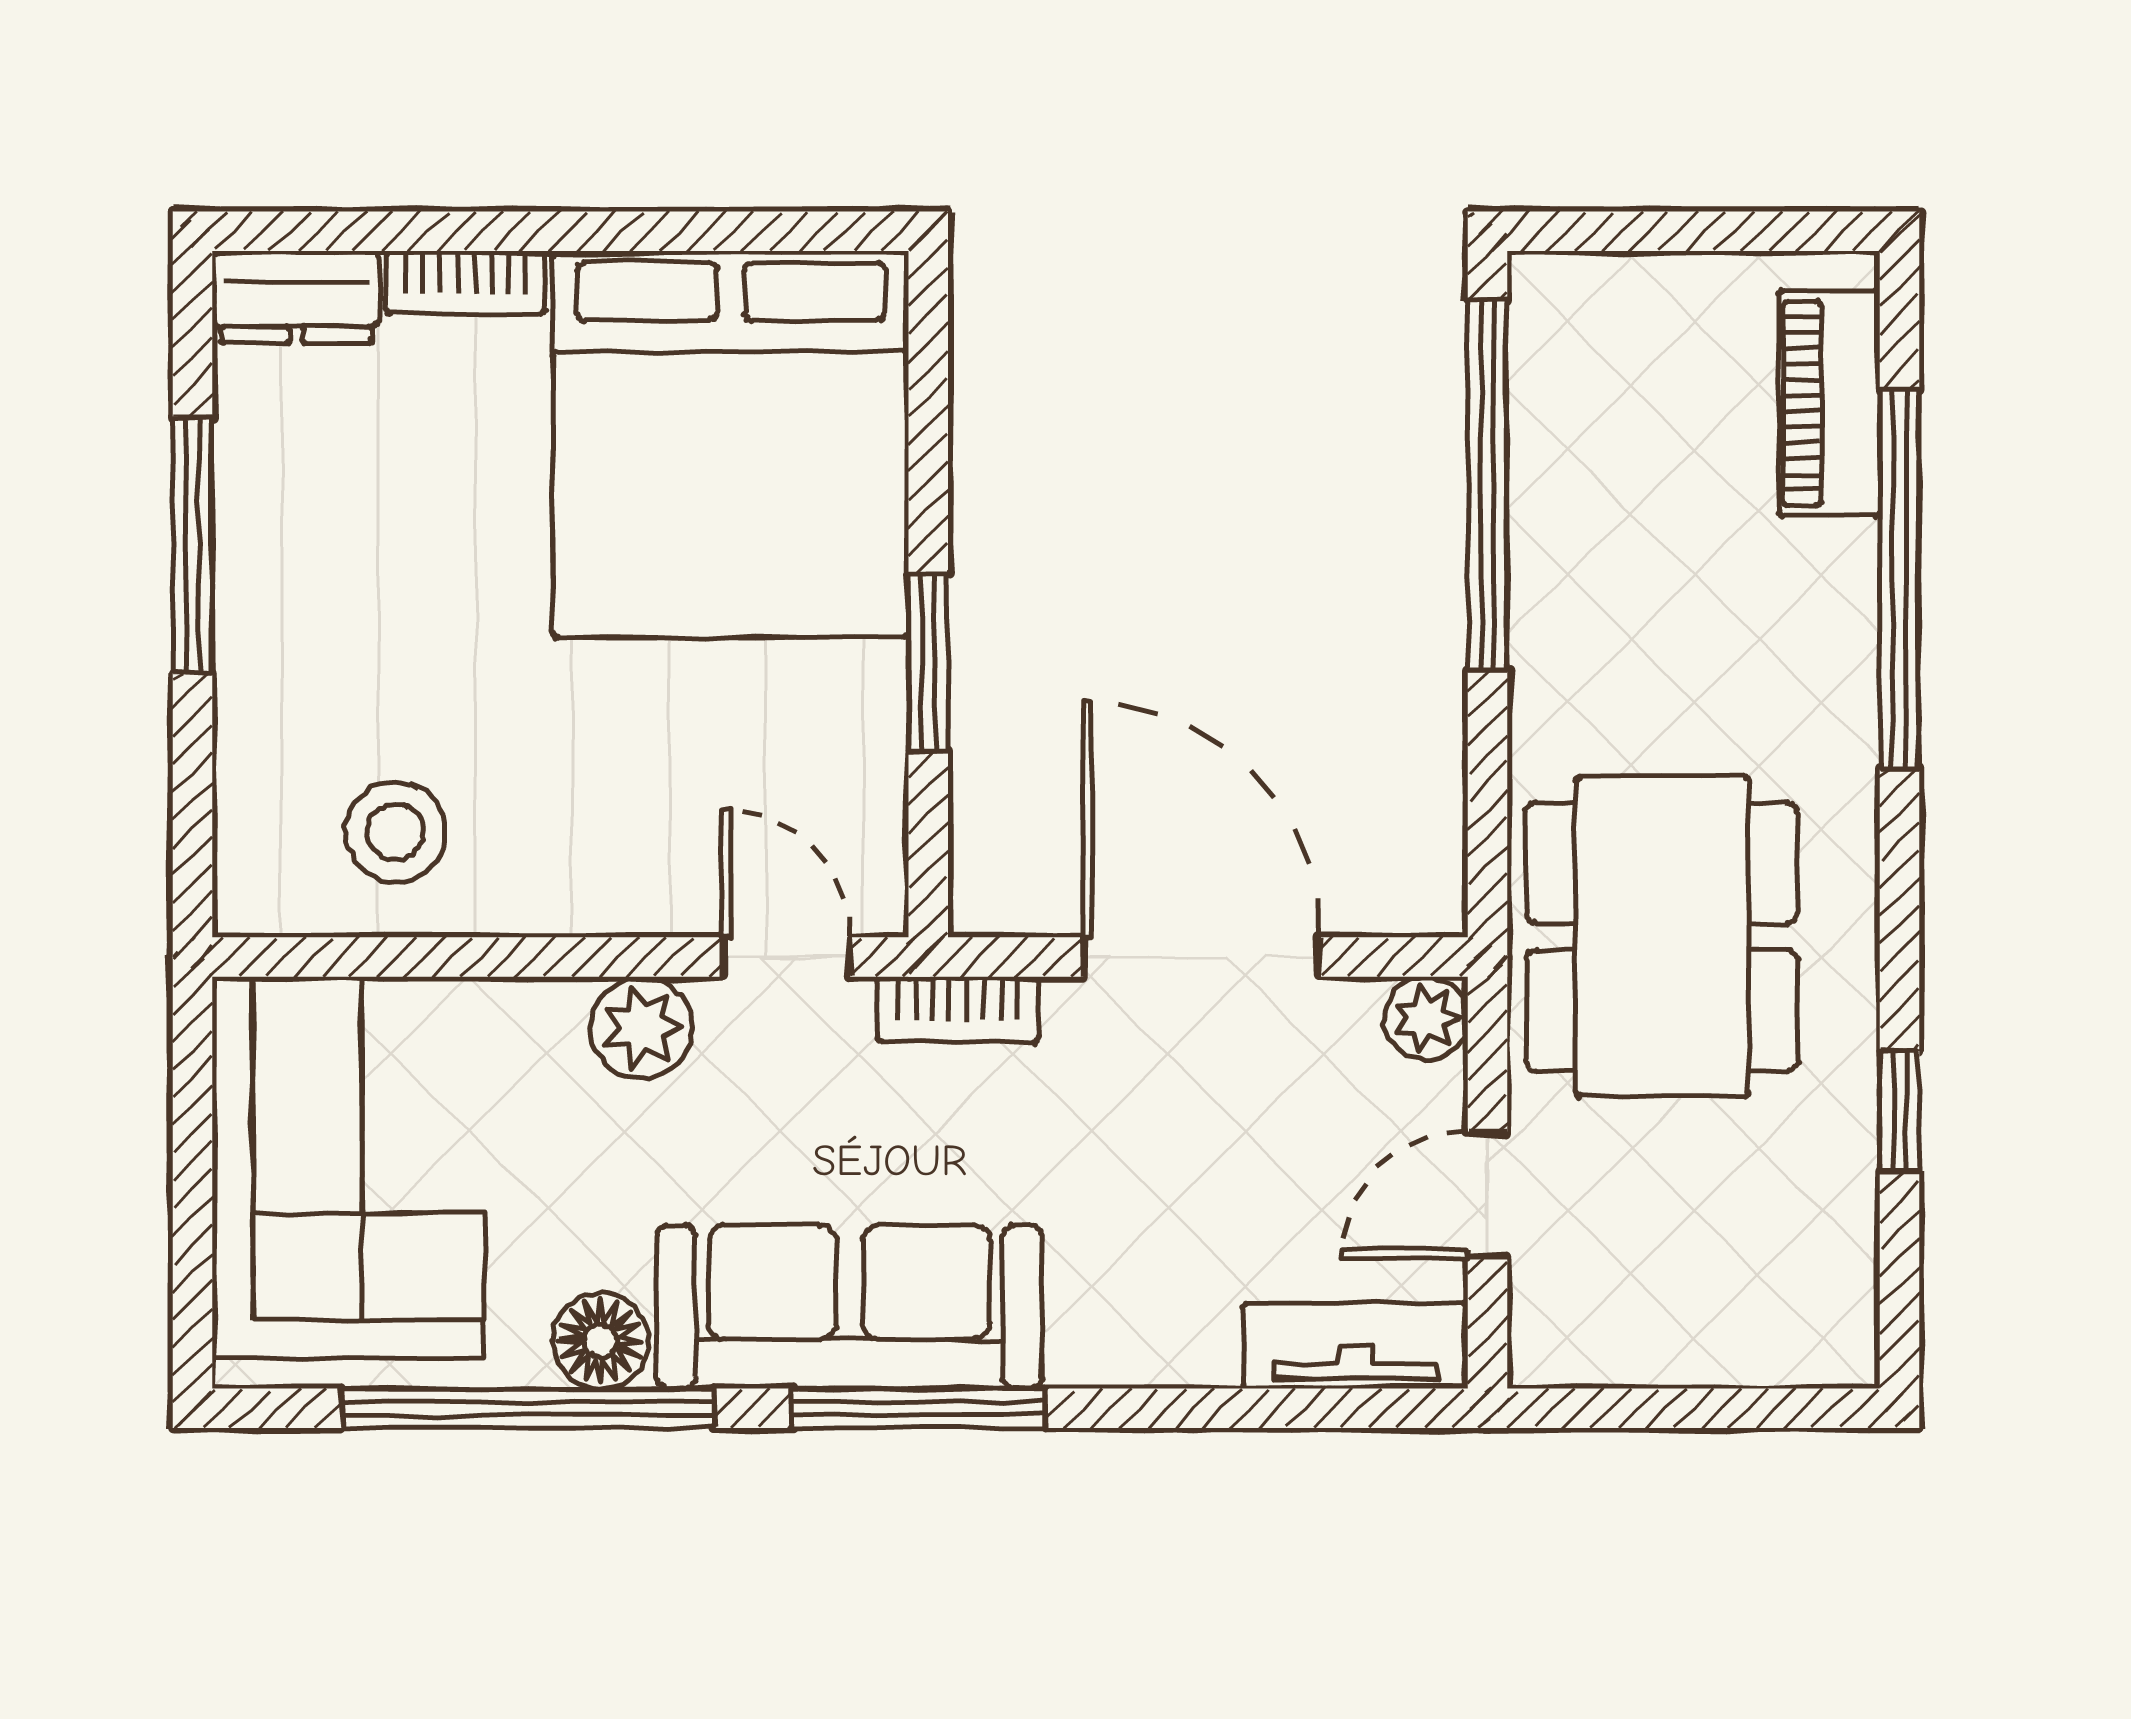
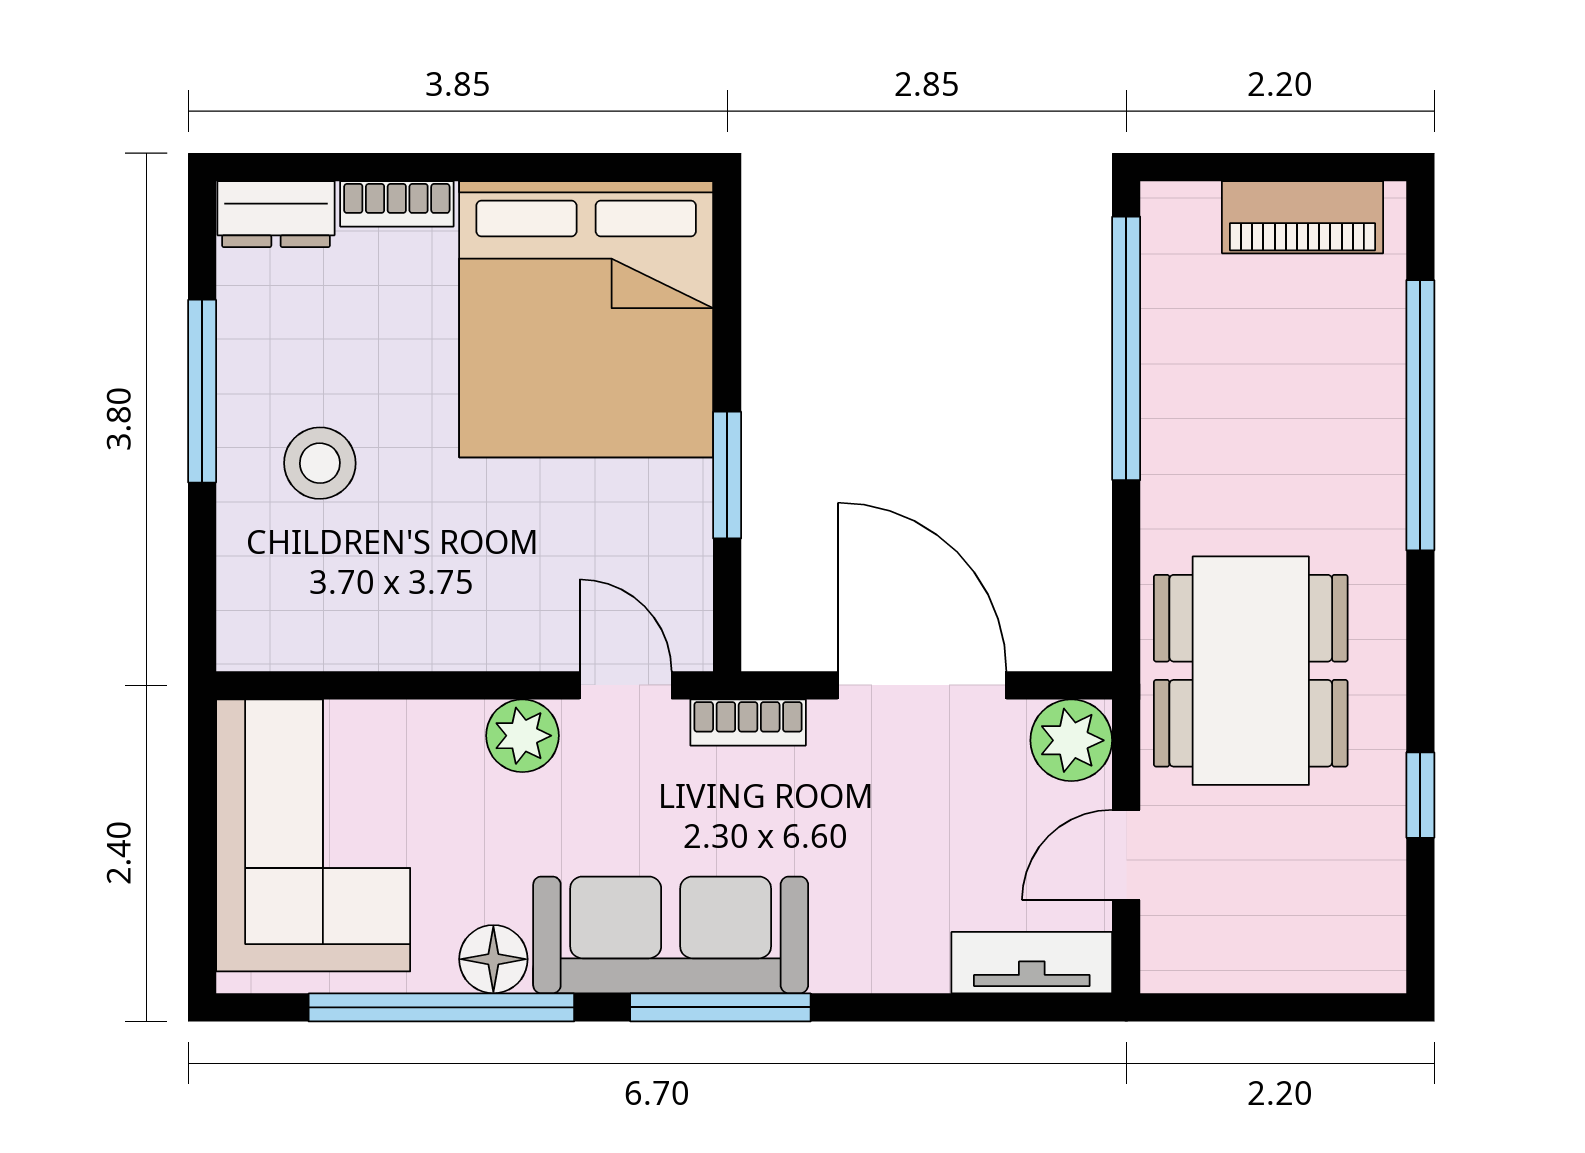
piano: (1829, 403) -> (1303, 217), moved, turned -90
stool: (396, 832) -> (320, 463), moved
plant: (1426, 1018) -> (1071, 740), width x1.38, depth x1.38

